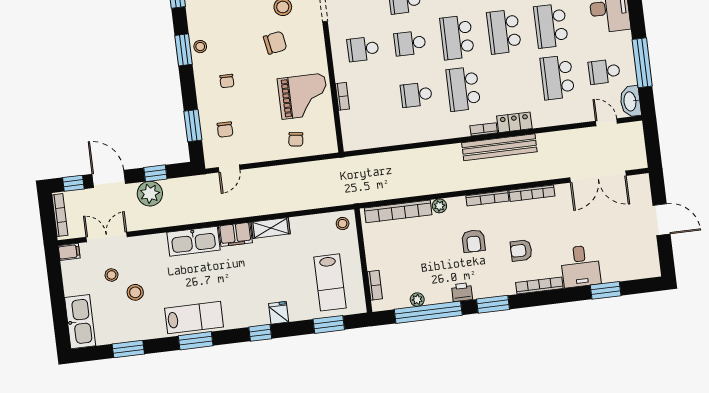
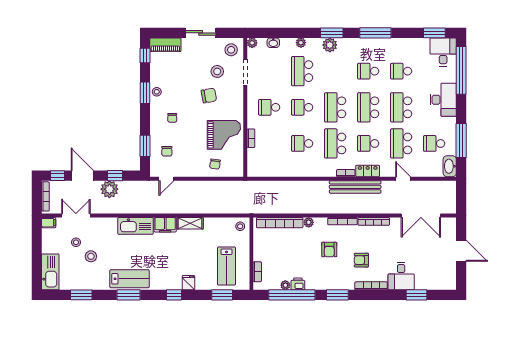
school desk: (510, 83) -> (368, 143), added
door: (606, 122) -> (403, 179), moved
printer: (462, 292) -> (298, 284), moved

